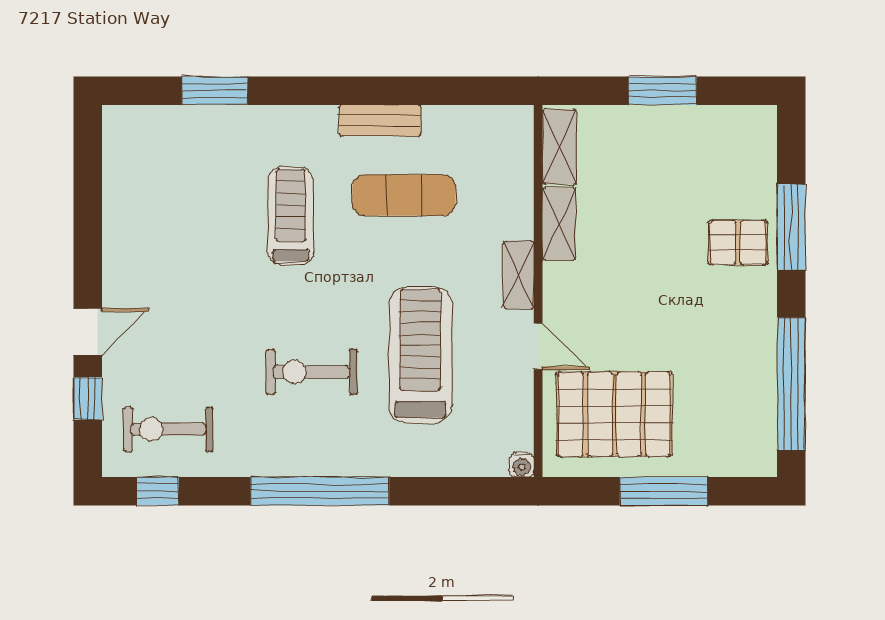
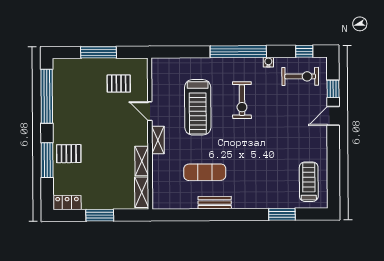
locker: (743, 122) -> (67, 203), added
treadmill: (291, 216) -> (309, 182), moved, turned 180
exercise bike: (312, 372) -> (242, 100), turned 90
pallet: (614, 414) -> (119, 84), width x0.49, depth x0.50
water cooler: (522, 465) -> (268, 62), moved

